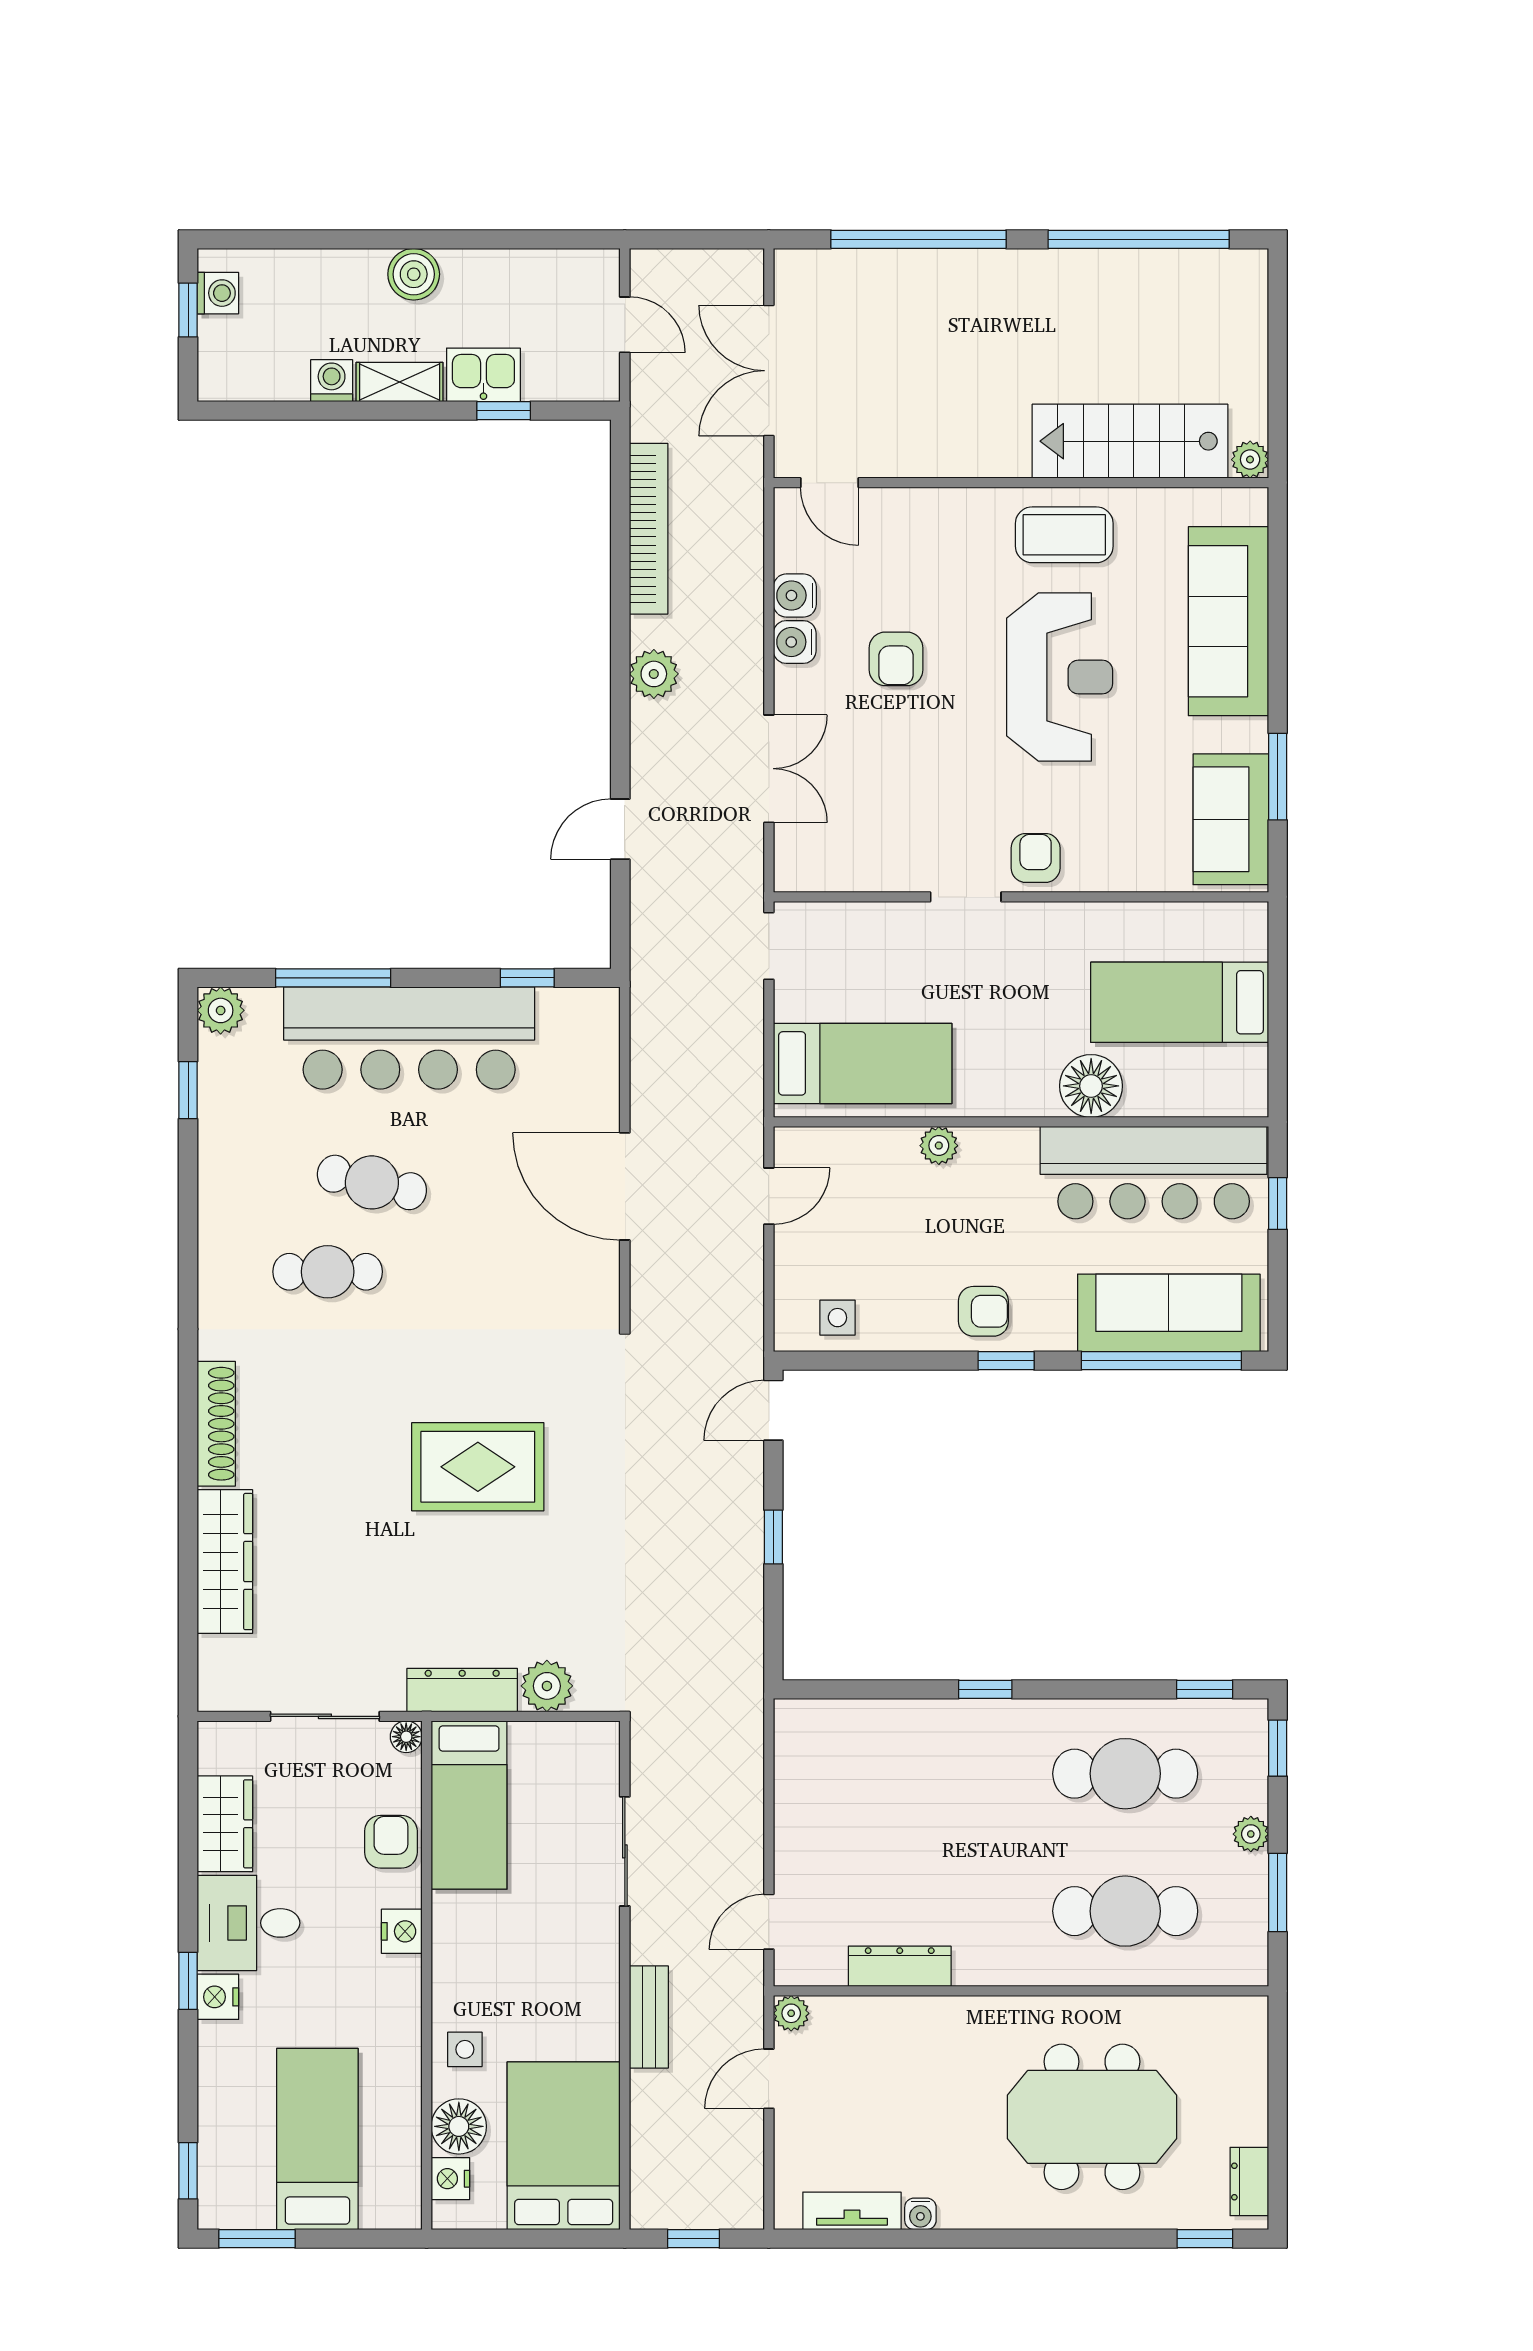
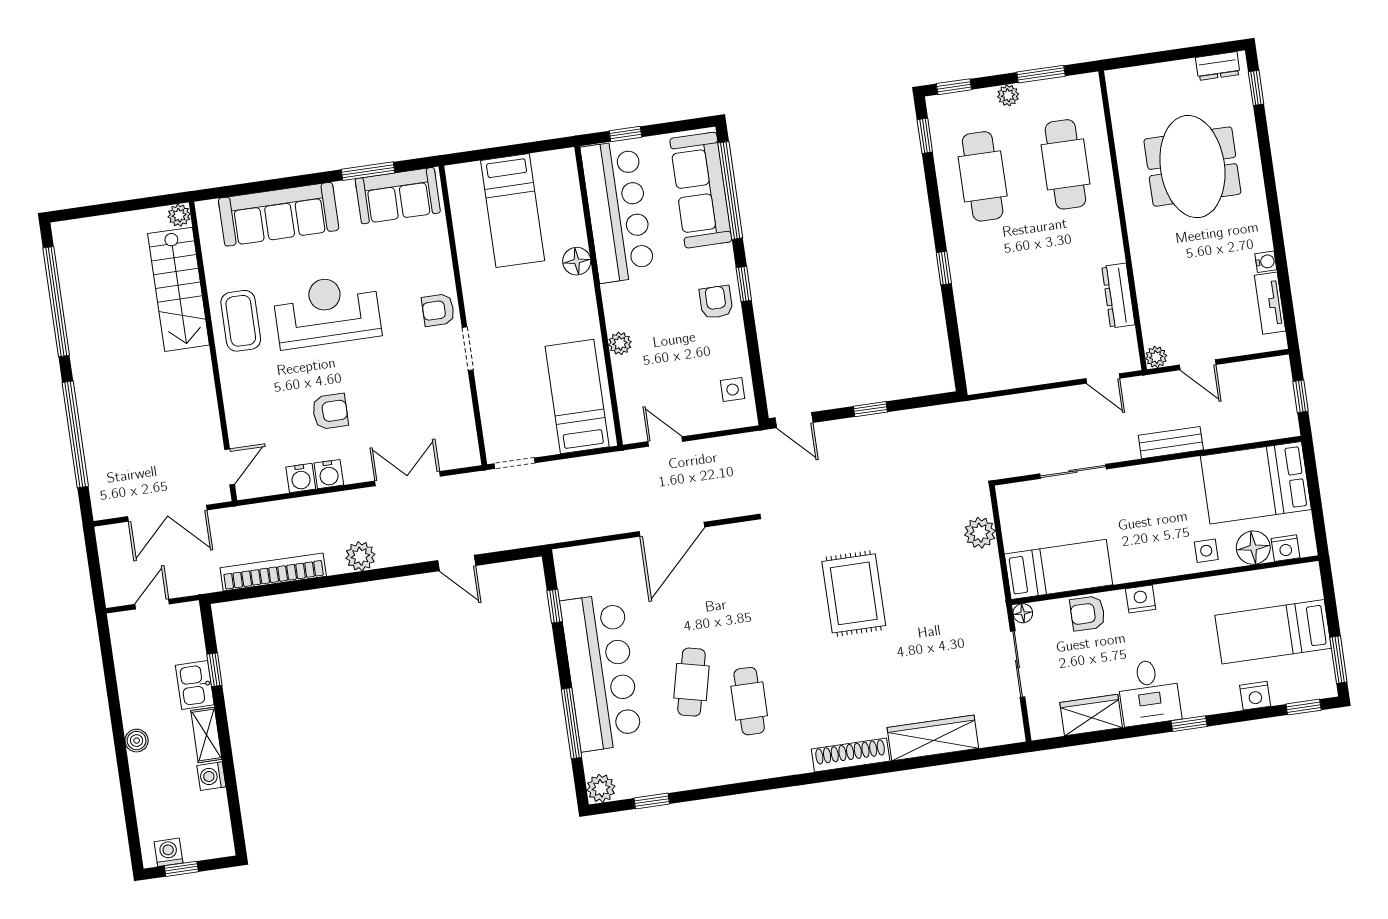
boiler: (414, 274) -> (137, 741), width x0.73, depth x0.73
floor lamp: (1091, 1086) -> (577, 261), width x0.73, depth x0.73
dresser: (462, 1690) -> (990, 584), removed
nightstand: (218, 1997) -> (1255, 696), moved

